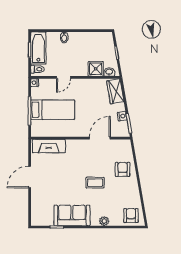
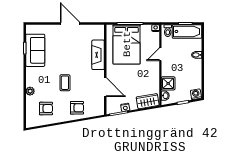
washing machine: (108, 38) -> (196, 94), added
door: (64, 77) -> (160, 54), hinge flipped
bed: (53, 110) -> (127, 44), width x1.50
fireplace: (49, 146) -> (98, 55), moved
sofa: (72, 215) -> (35, 50), moved
armchair: (131, 216) -> (46, 109), moved

